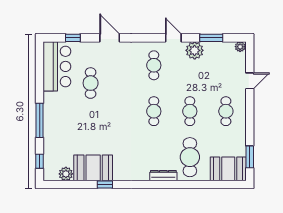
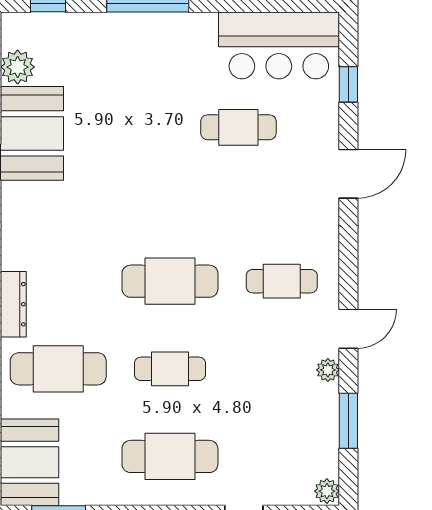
plant: (195, 50) -> (328, 370), width x0.53, depth x0.53
cafe table: (154, 111) -> (170, 281), width x1.37, depth x1.35
cafe table: (226, 111) -> (170, 456), width x1.37, depth x1.35

